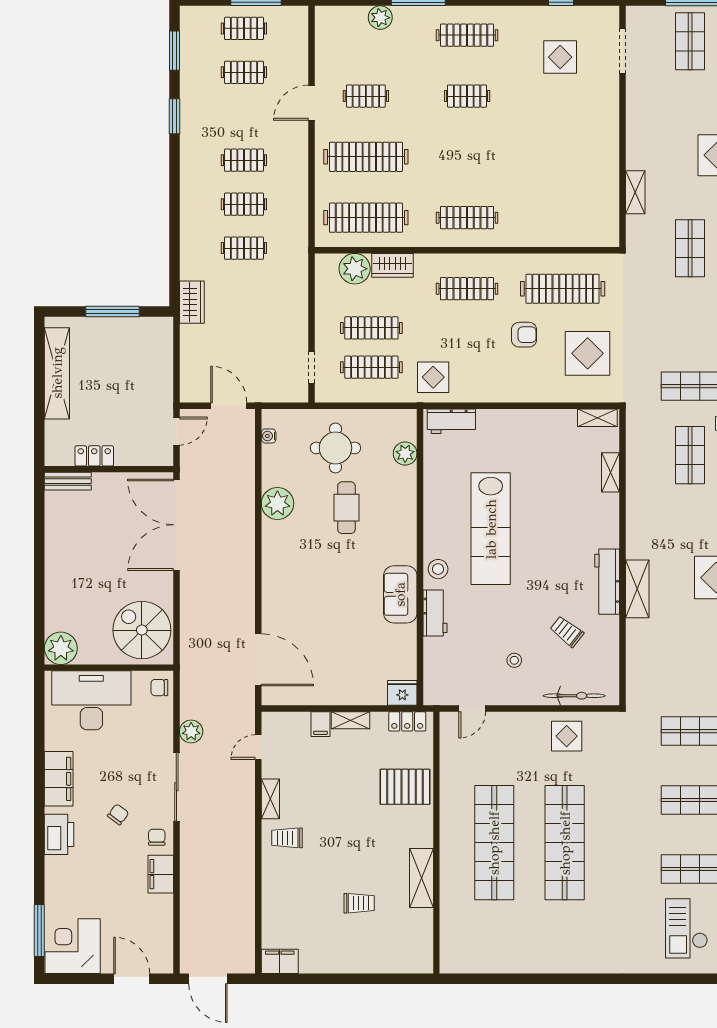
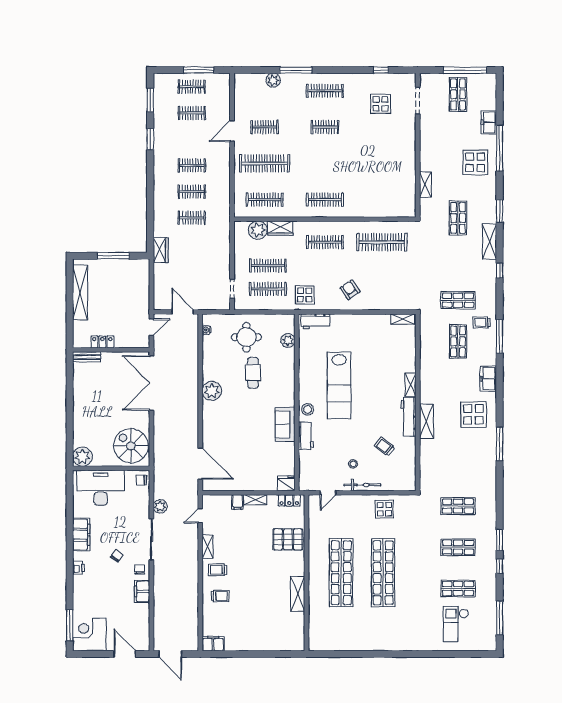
clothes rail: (366, 218) -> (265, 200), width x0.73, depth x0.76
armchair: (524, 335) -> (350, 290), moved, turned -124
display table: (588, 353) -> (397, 281), removed
shelving: (611, 472) -> (411, 385), moved
plant: (277, 503) -> (212, 391), moved
bicycle: (574, 696) -> (362, 485), moved
printer: (59, 834) -> (79, 568), width x0.53, depth x0.68
trolley: (359, 903) -> (220, 596), moved

